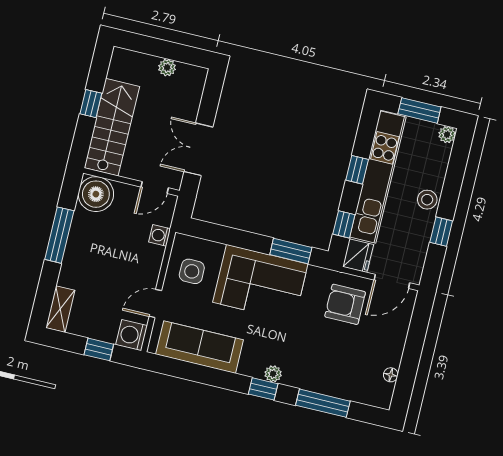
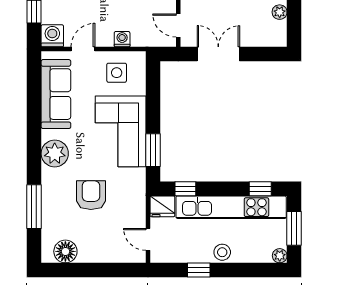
window: (357, 170) -> (260, 189), moved
washing machine: (160, 235) -> (122, 39), moved
door: (392, 281) -> (148, 239), width x0.73
door: (155, 304) -> (83, 49), hinge flipped
armchair: (345, 304) -> (91, 195), moved
plant: (273, 374) -> (55, 154), width x1.88, depth x1.88
floor lamp: (391, 375) -> (65, 251), width x1.89, depth x1.89
window: (263, 389) -> (34, 155), removed

